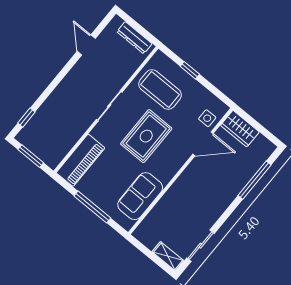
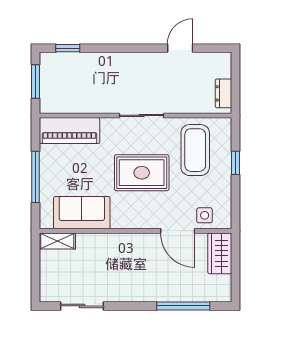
dresser: (134, 38) -> (223, 93), width x0.70
shelving: (168, 256) -> (57, 241), moved, turned 90

